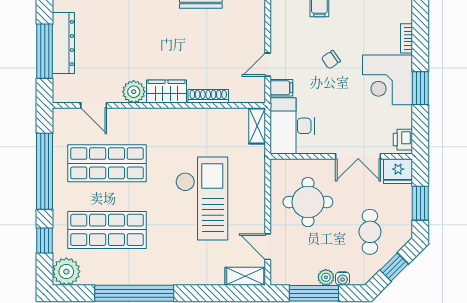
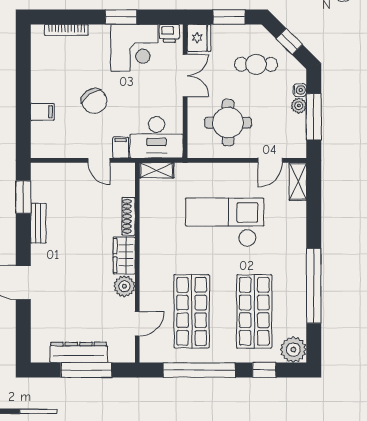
bookcase: (407, 38) -> (66, 30), width x1.56
chair: (331, 60) -> (94, 101), width x1.87, depth x1.87
corner desk: (387, 80) -> (134, 48), moved

